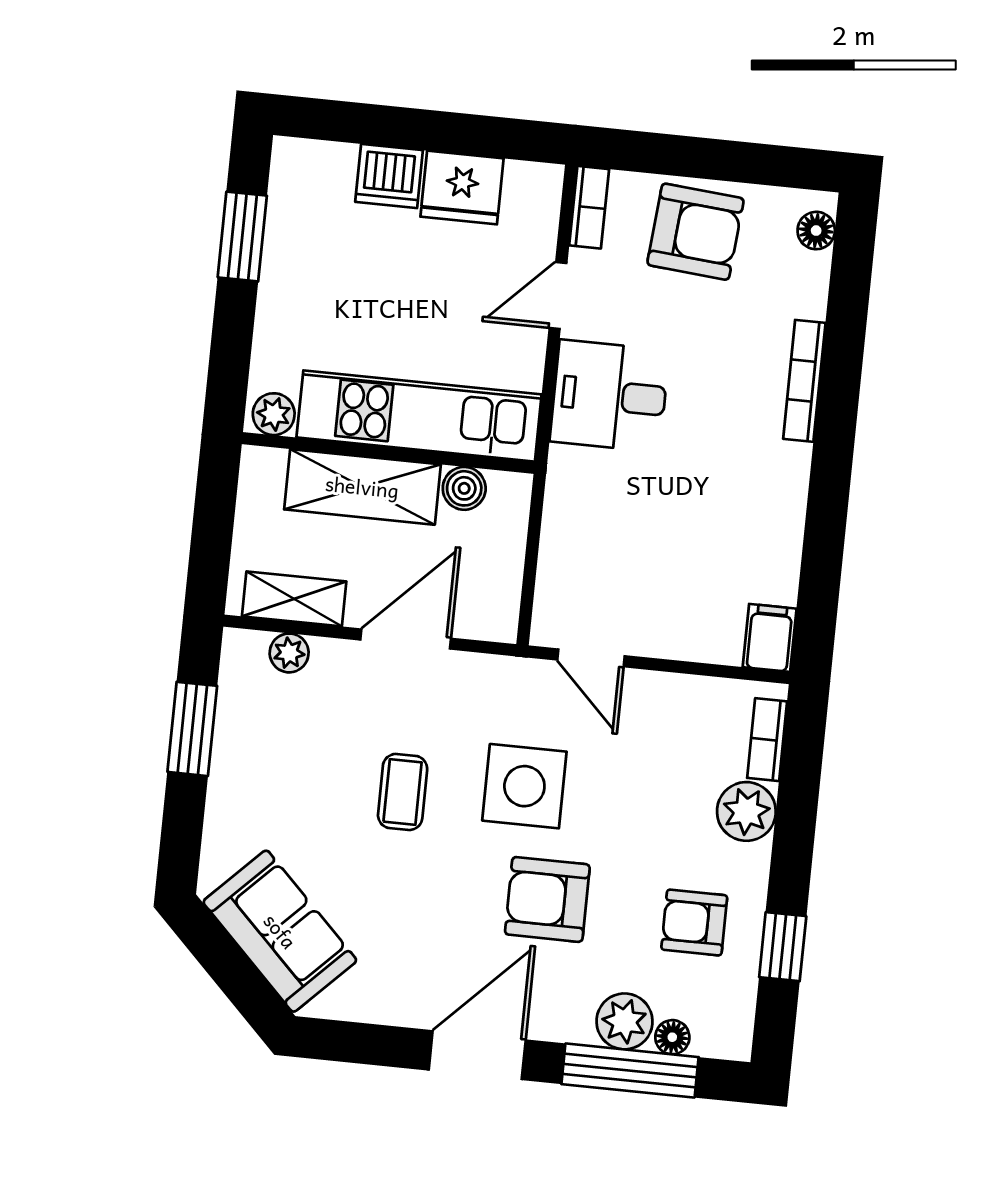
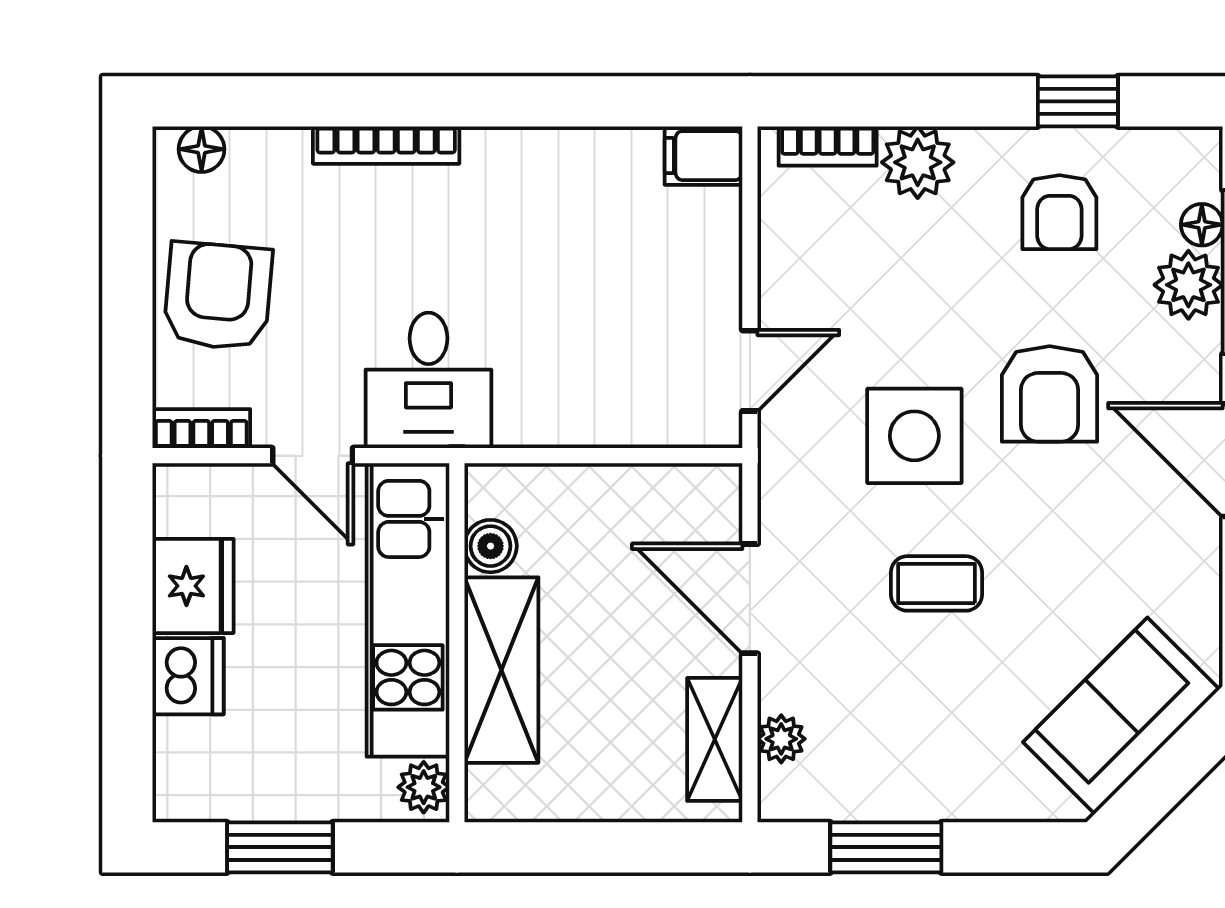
plant: (274, 414) -> (424, 787), moved
kitchen unit: (419, 416) -> (408, 610), moved
wall: (388, 453) -> (457, 643), moved
shelving: (362, 487) -> (501, 670), moved
boiler: (464, 488) -> (491, 546), moved

